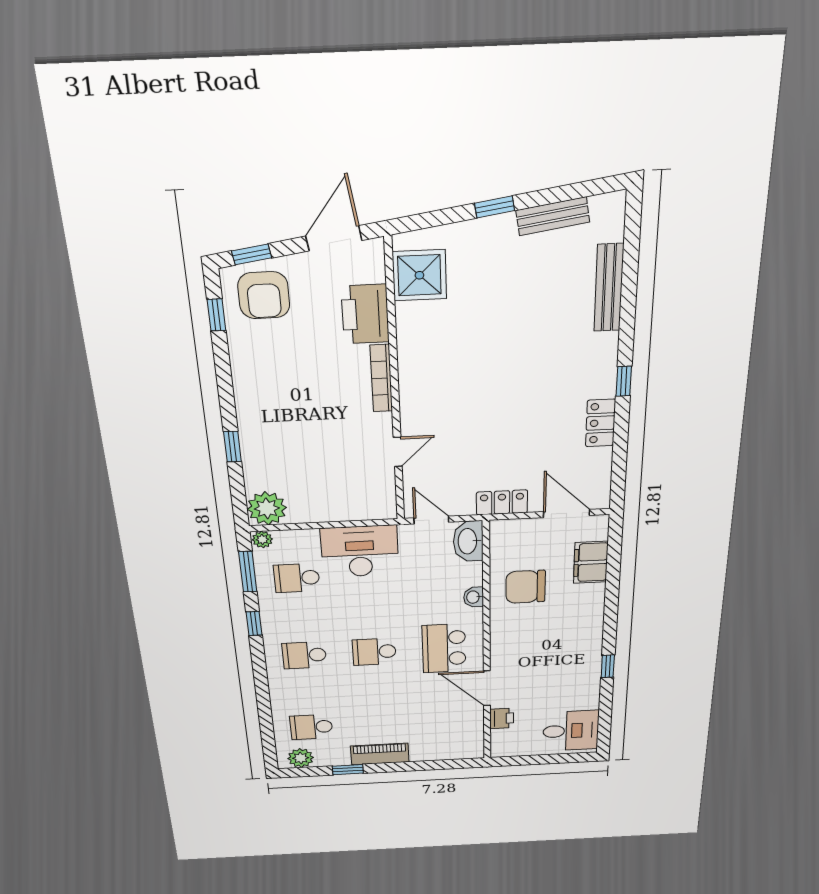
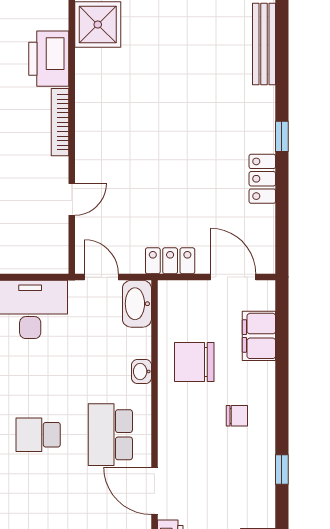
chair: (566, 627) -> (237, 416), added

